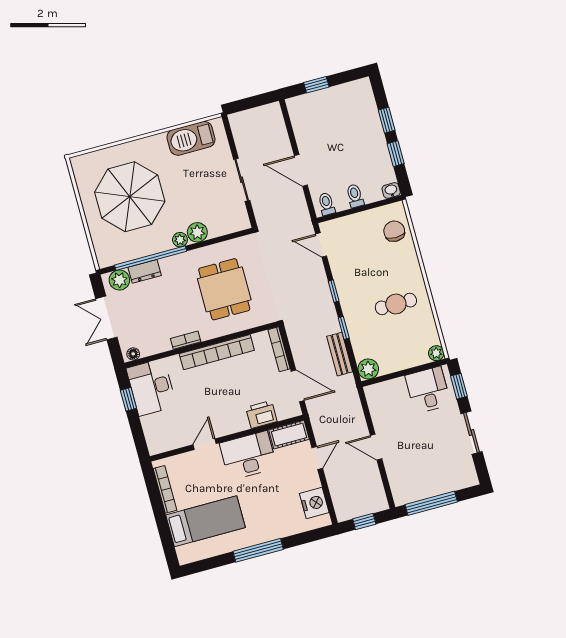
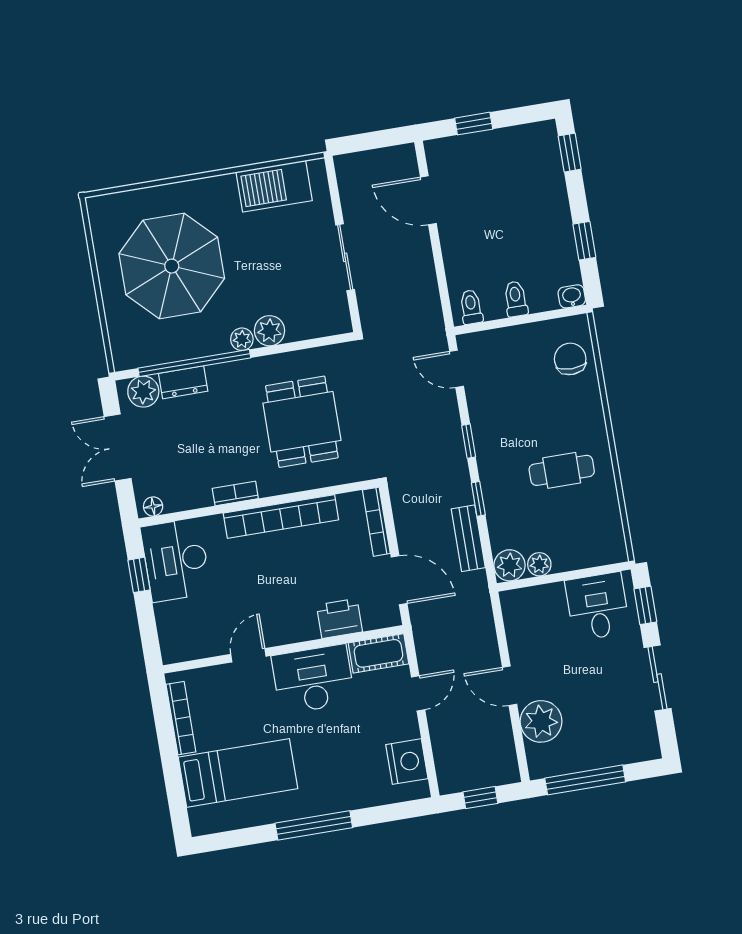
window: (387, 120) -> (570, 153), moved
door: (301, 170) -> (428, 200), moved
plant: (436, 353) -> (539, 564), moved
plant: (399, 468) -> (541, 721), added

